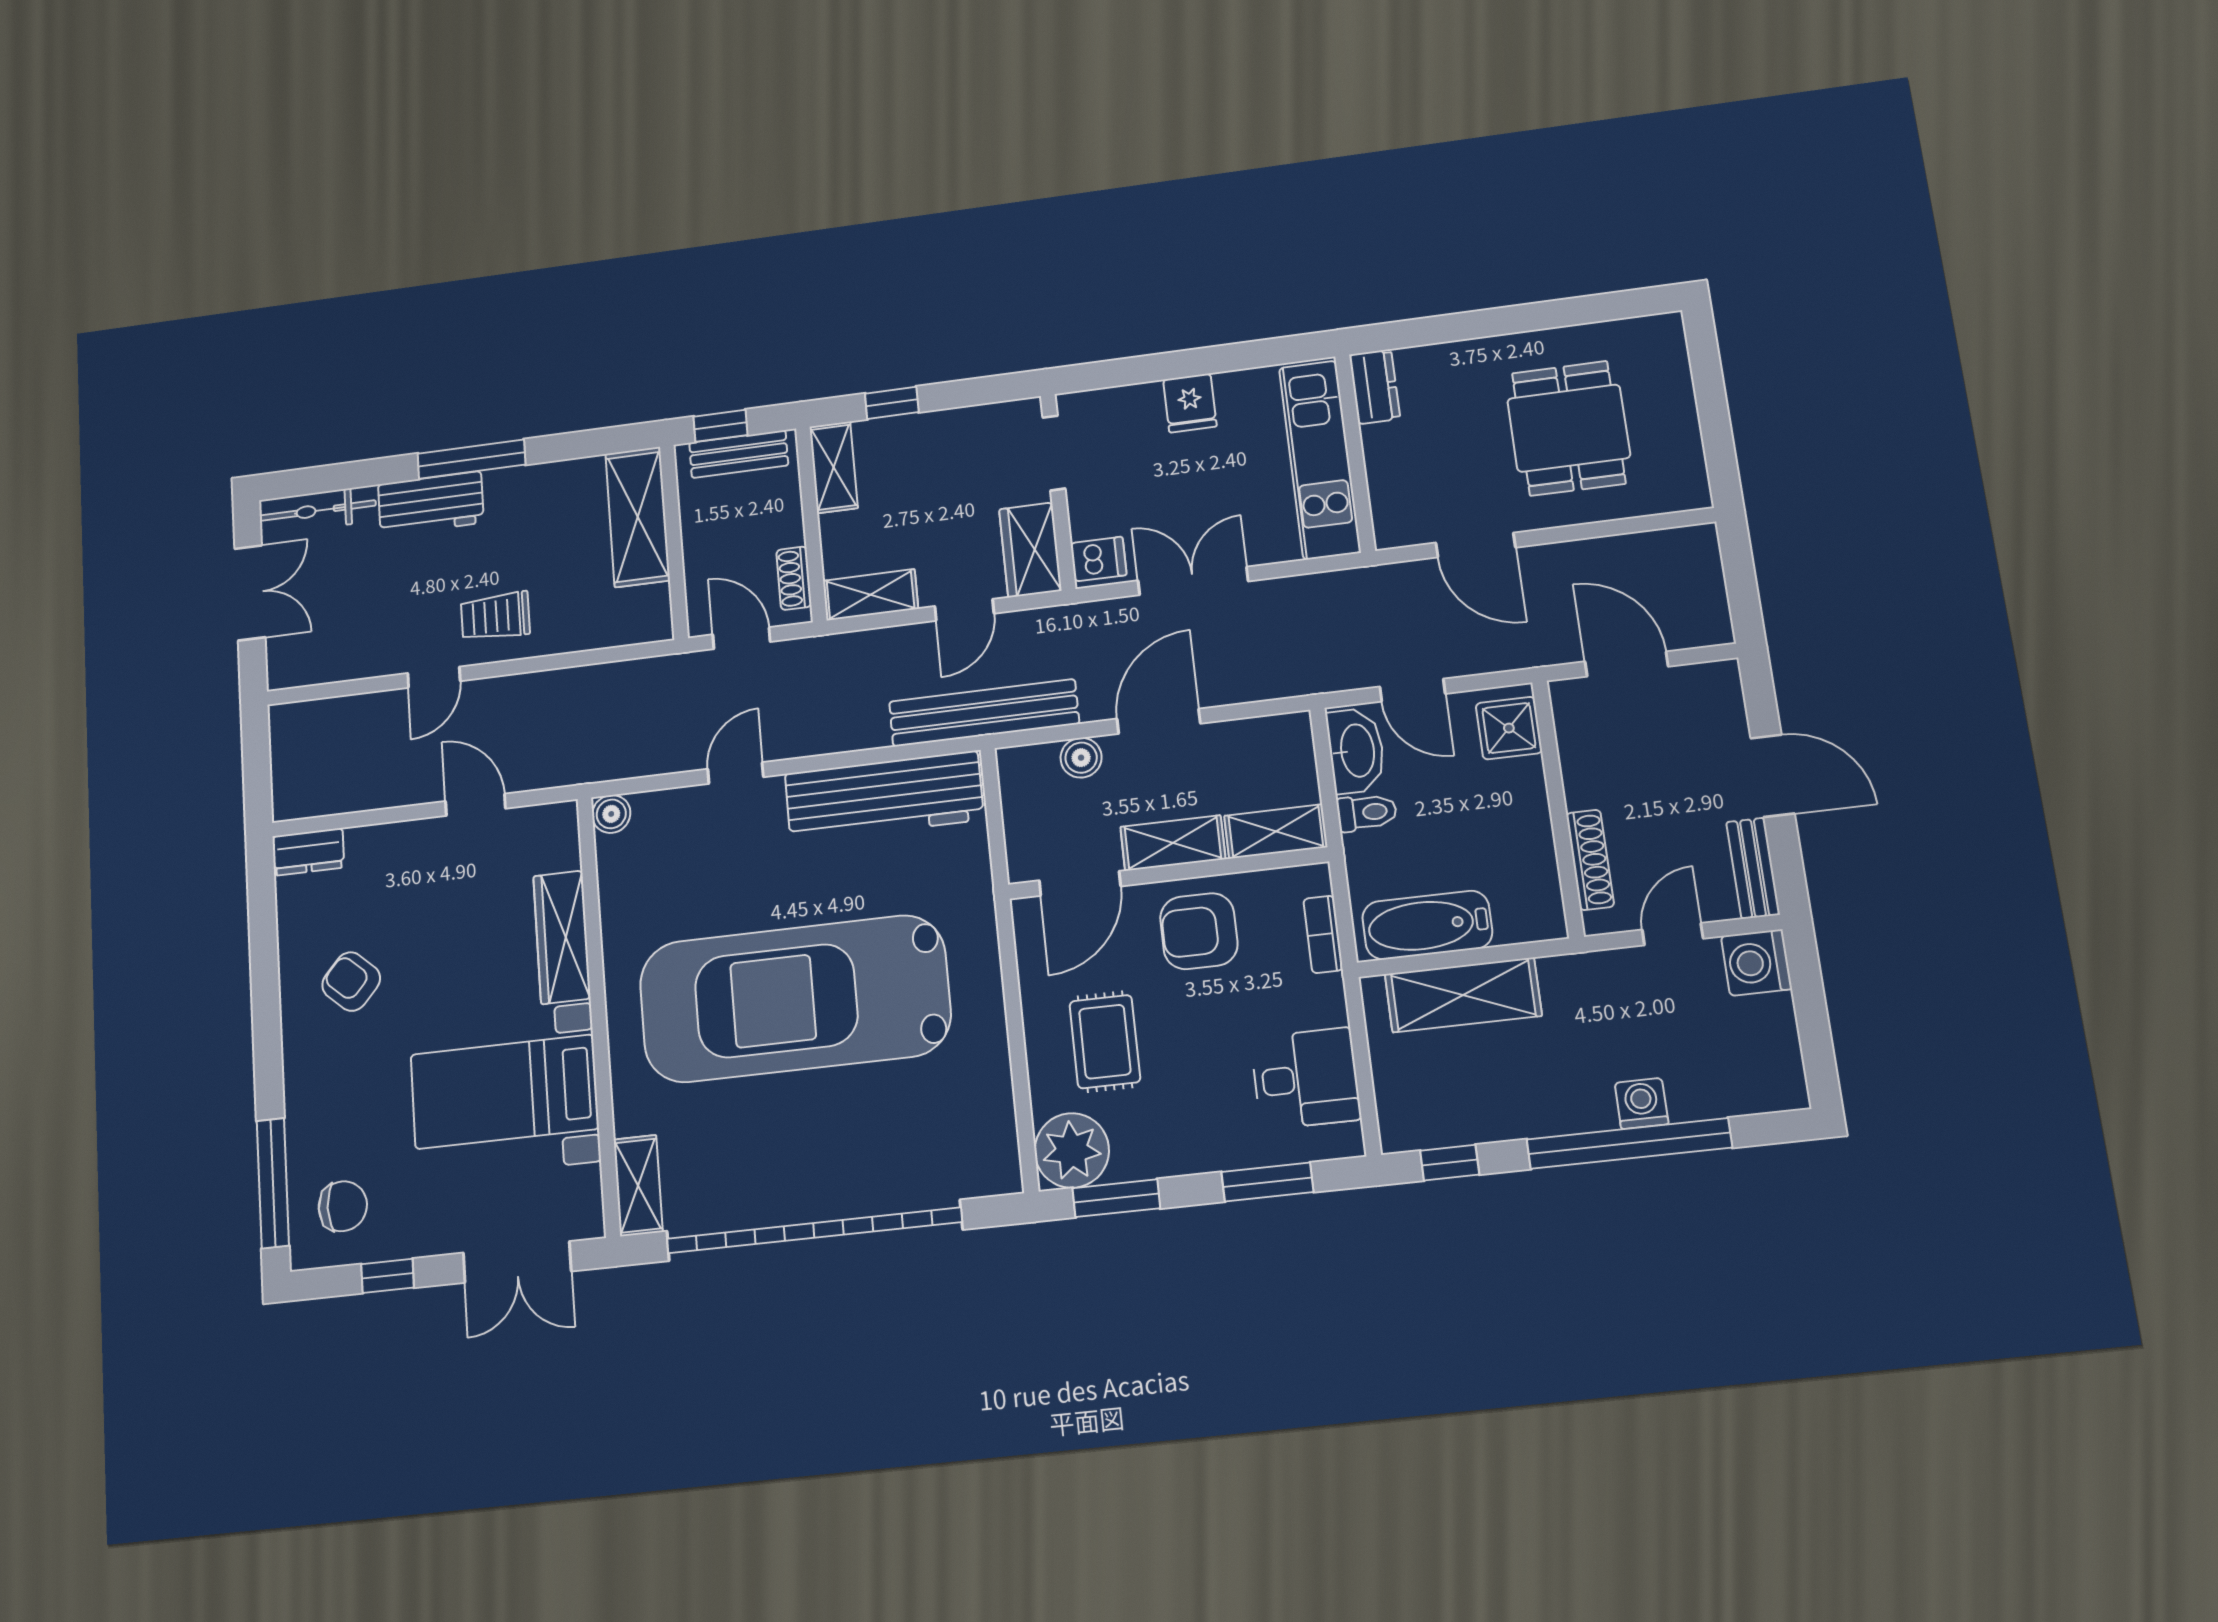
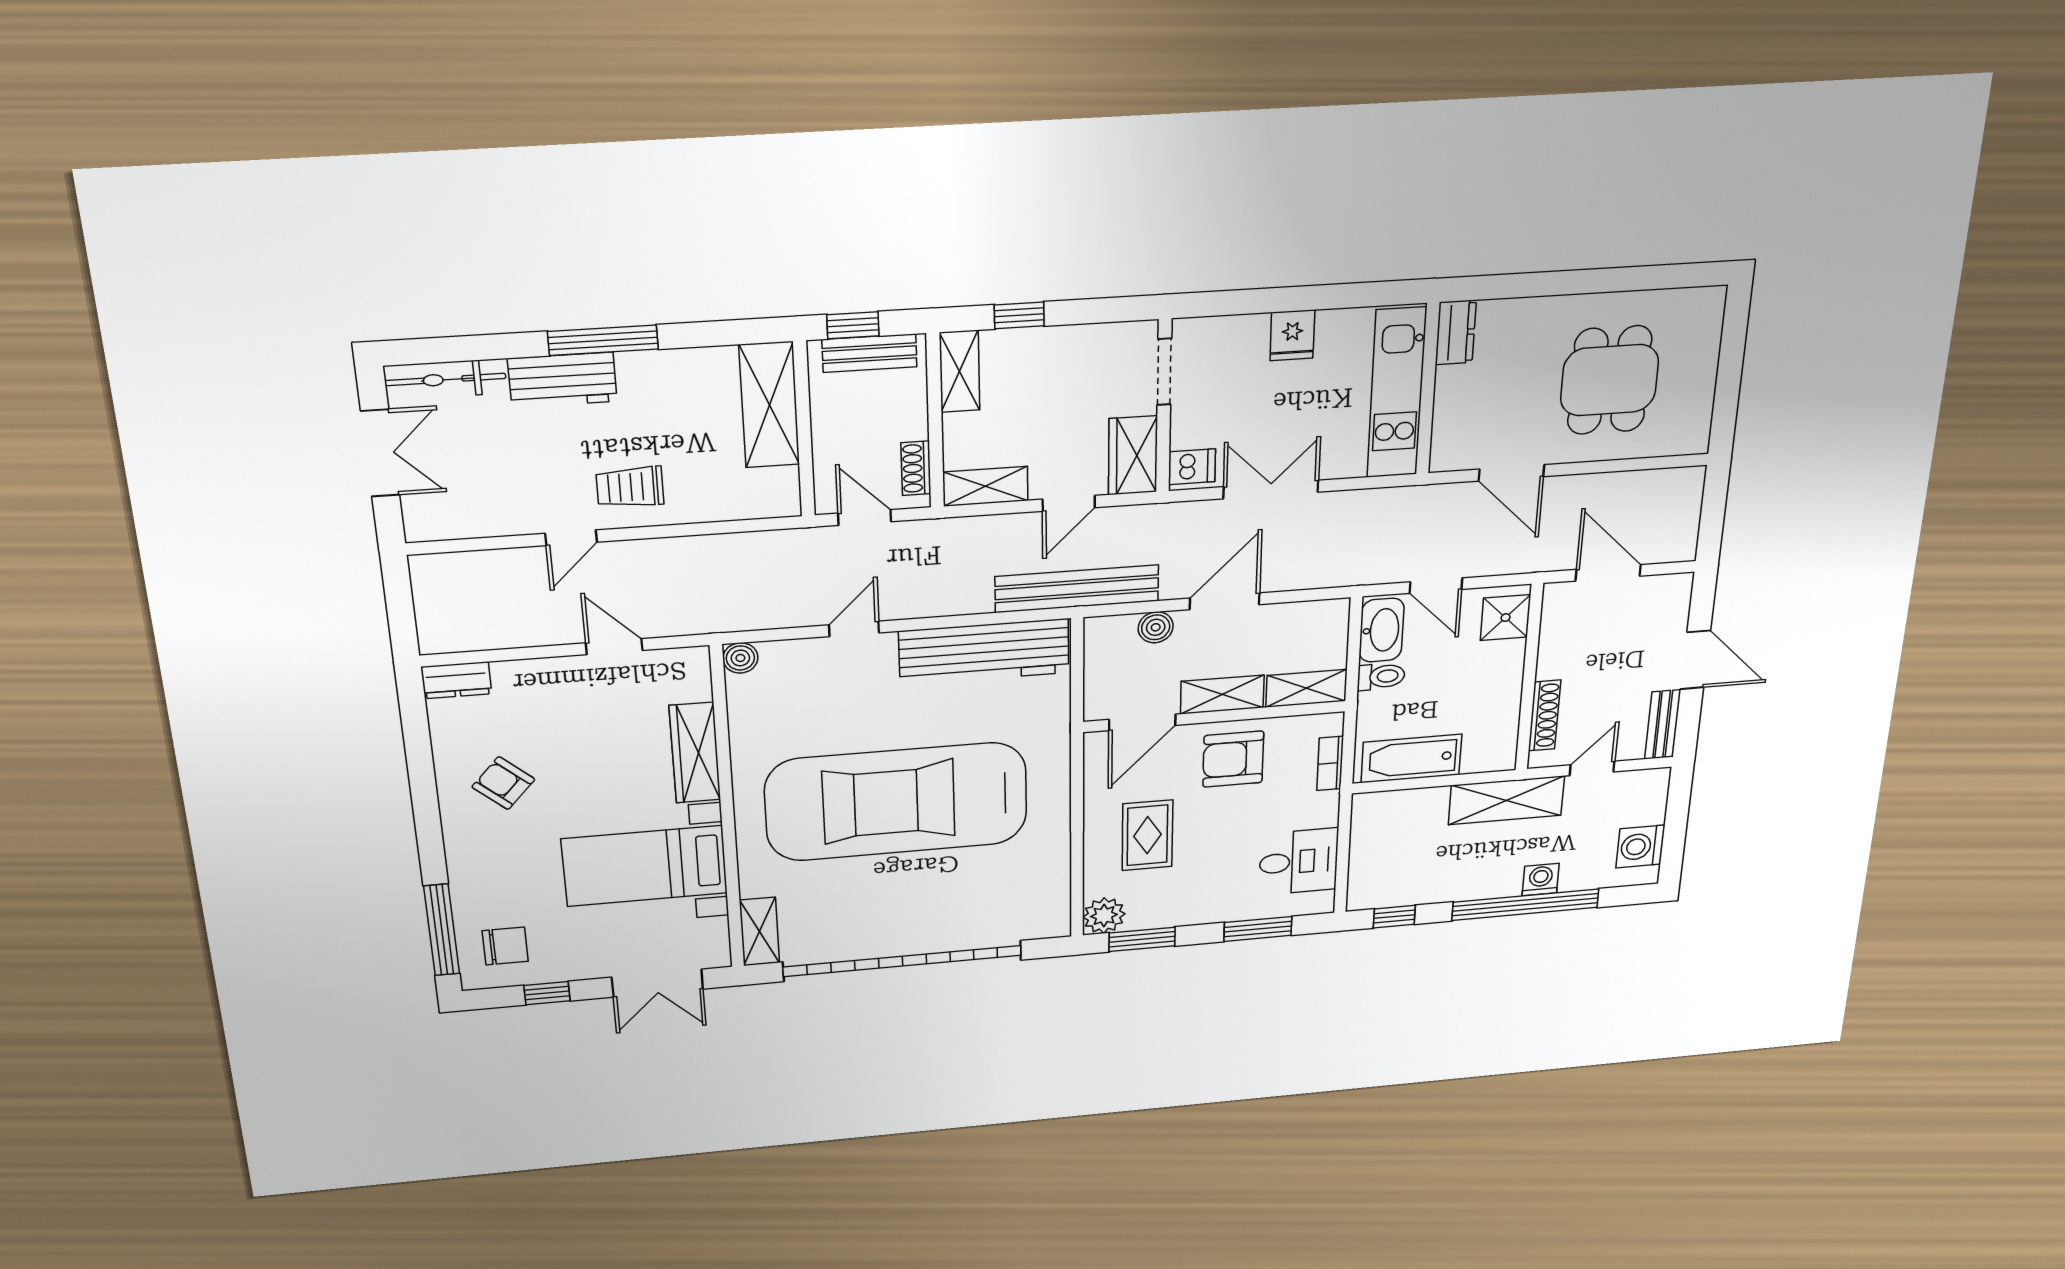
washing machine: (1756, 963) -> (1640, 846), moved
shelving: (1463, 995) -> (1506, 800), moved
plant: (1072, 1150) -> (1104, 916), width x0.73, depth x0.73

